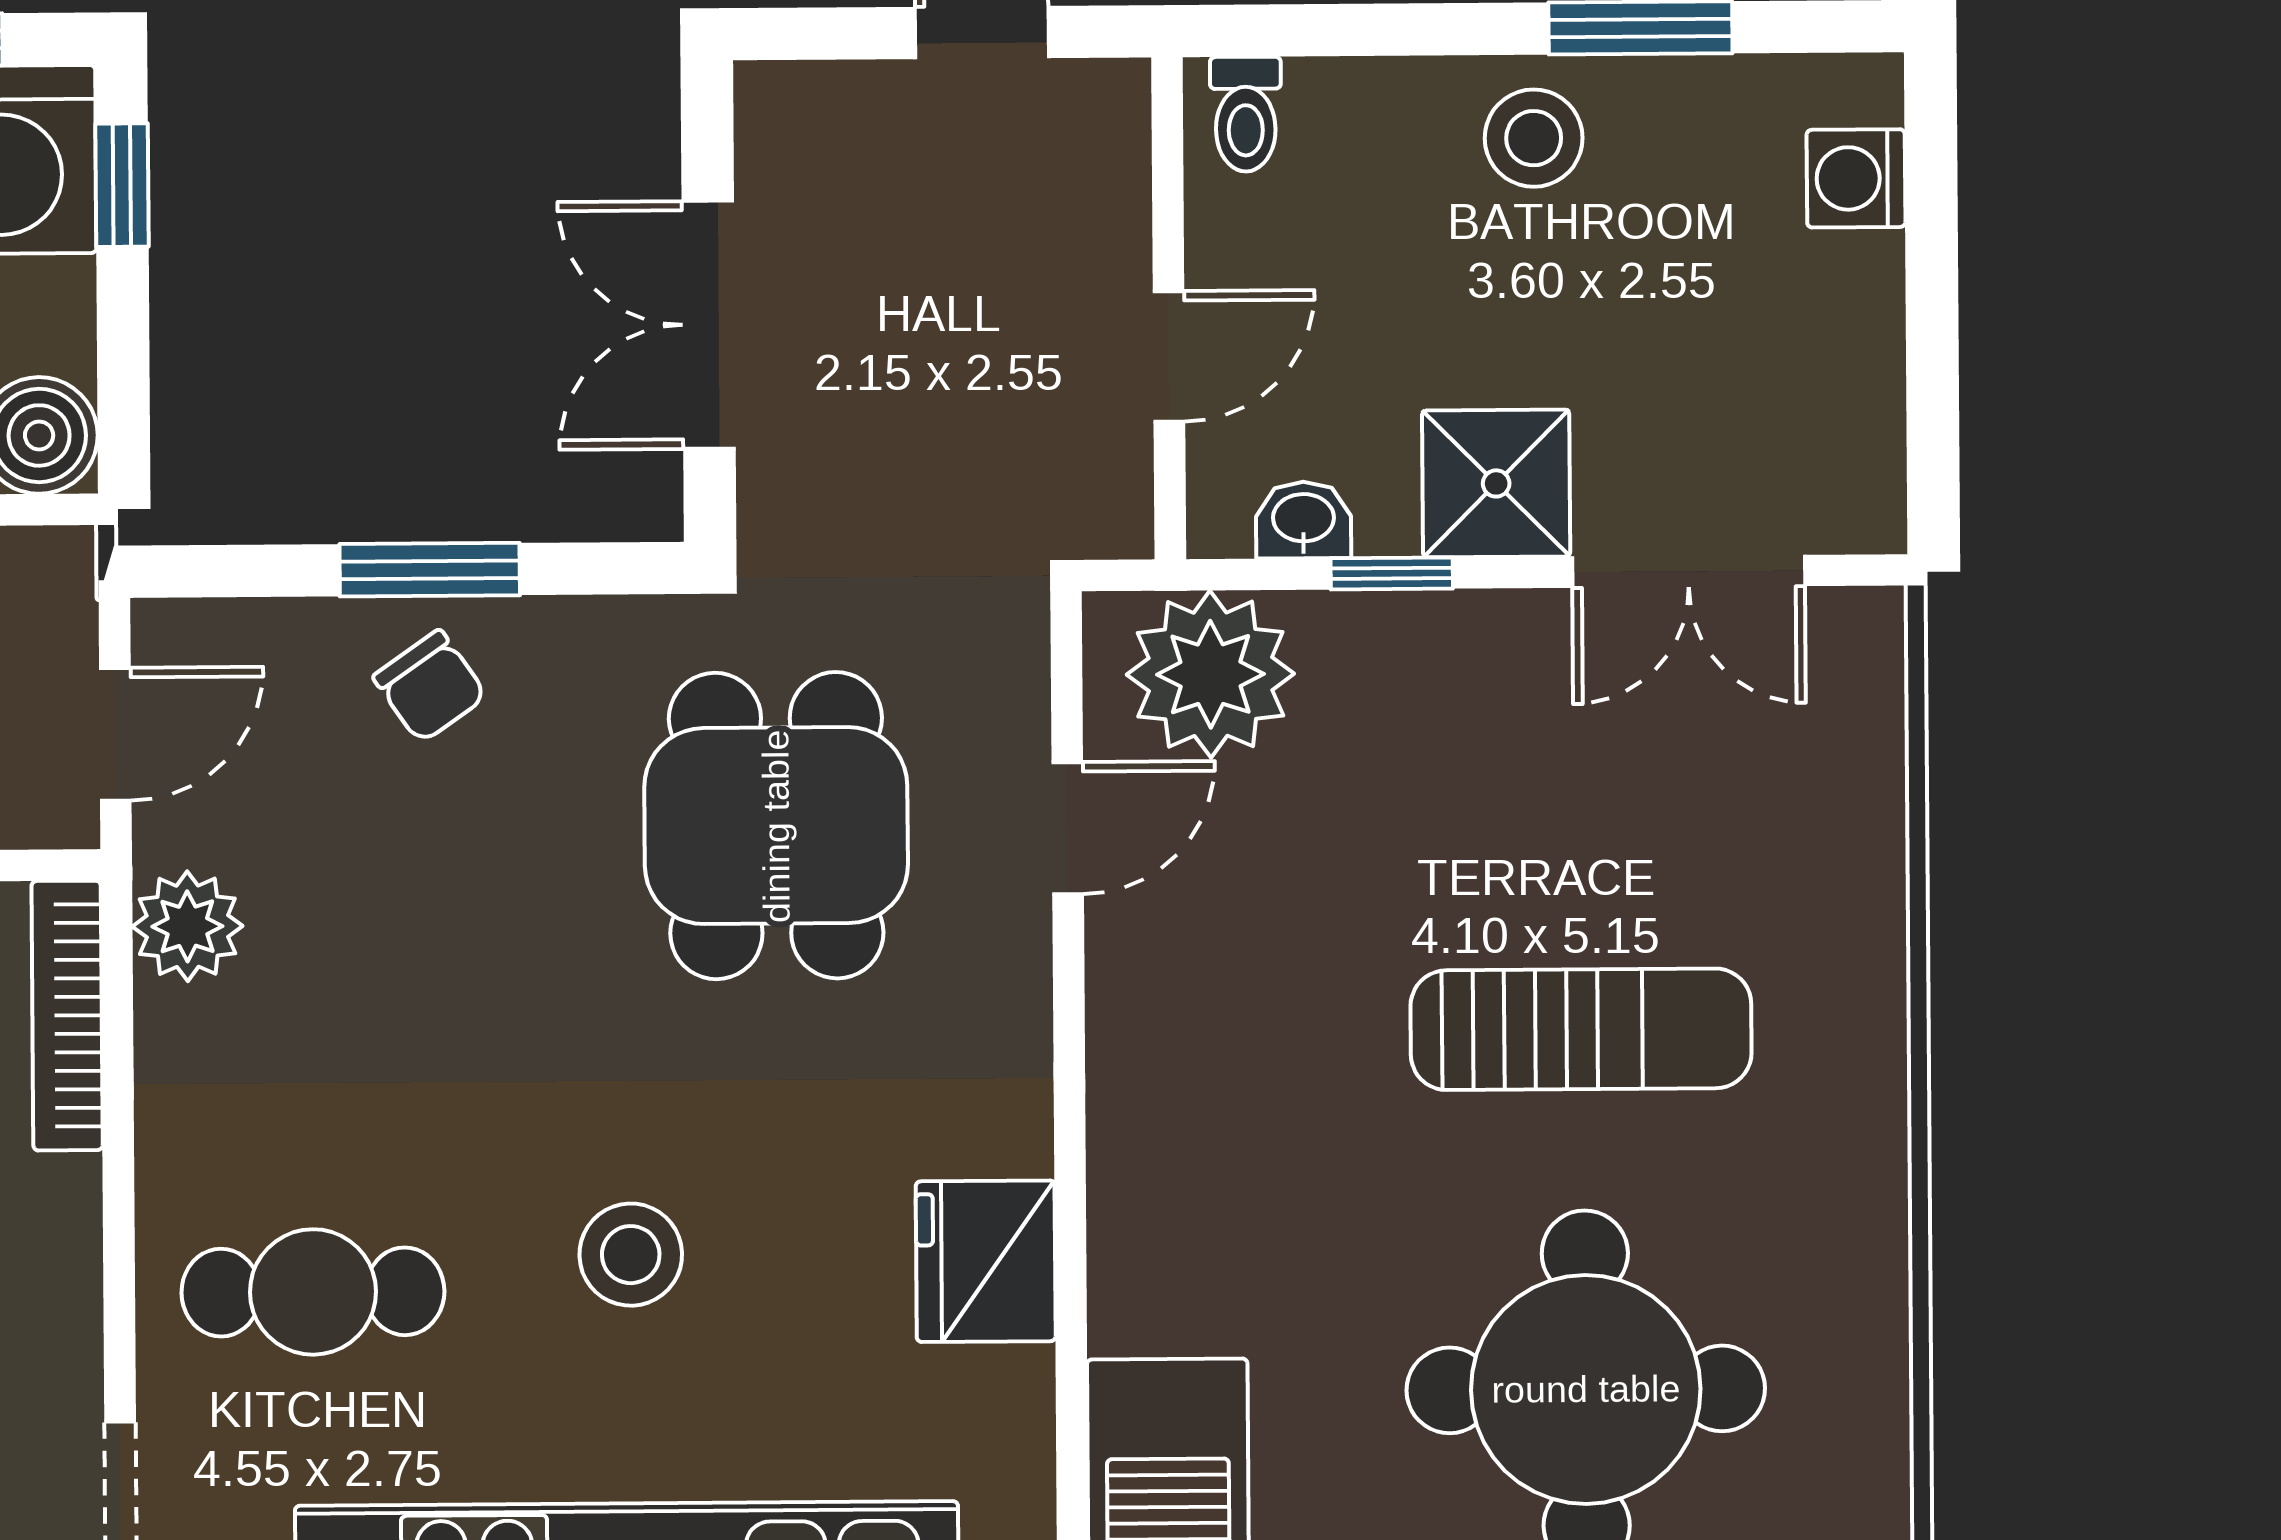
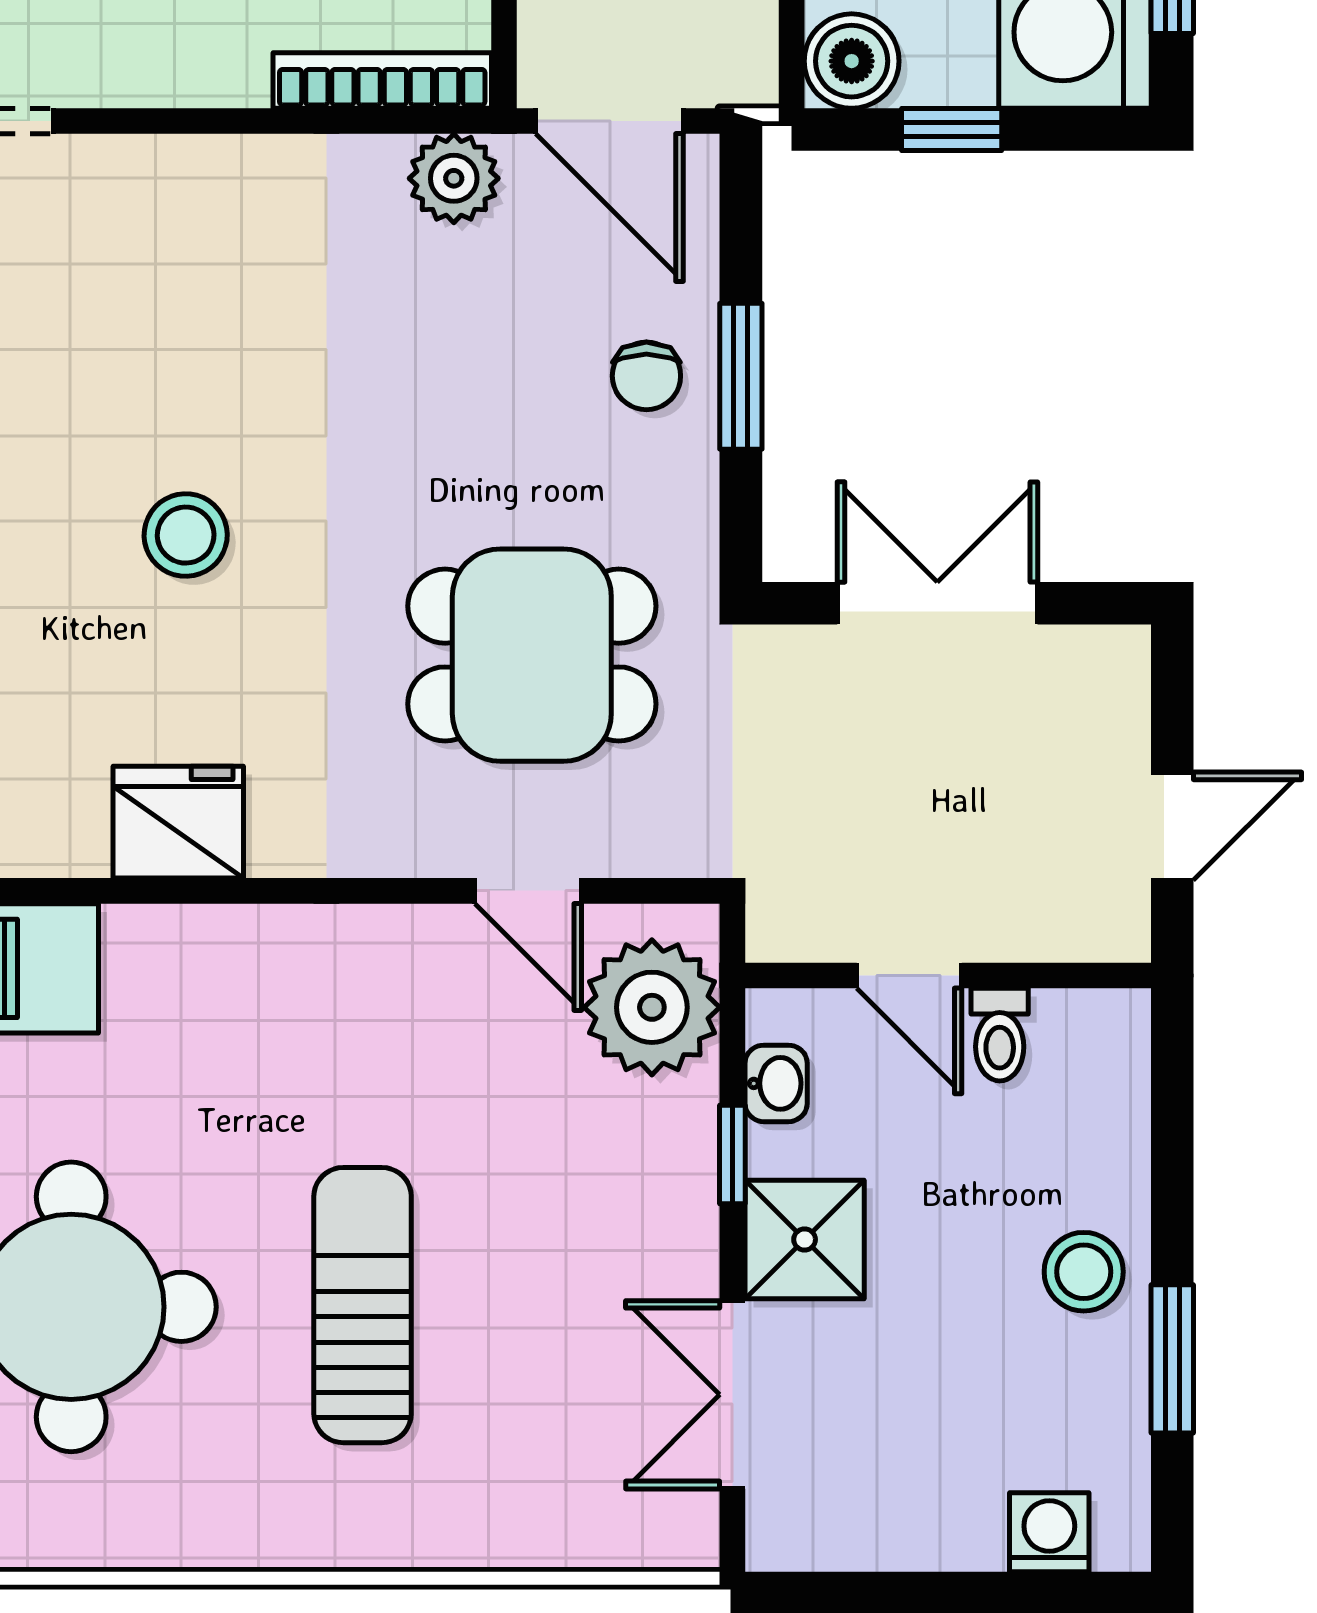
toilet: (1246, 114) -> (1000, 1035), moved, turned -90
window: (122, 185) -> (952, 130), moved
chair: (430, 686) -> (646, 376), turned -55
door: (115, 734) -> (609, 121), width x1.38
sun lounger: (1581, 1029) -> (363, 1305), turned 180
cafe table: (313, 1292) -> (157, 278), removed

